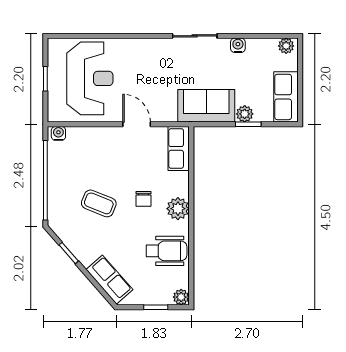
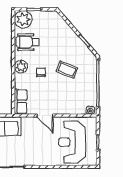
row of seats: (109, 280) -> (61, 25), removed
plant: (181, 297) -> (23, 19), width x1.88, depth x1.88

